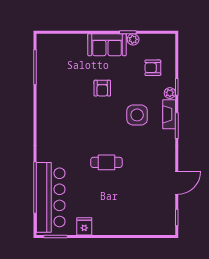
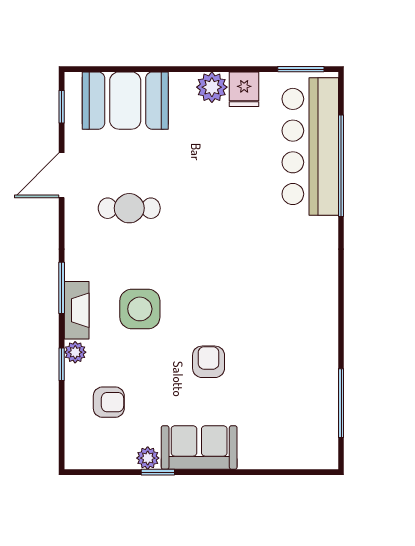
cafe table: (106, 162) -> (129, 208), moved
booth: (144, 221) -> (125, 101), added
plant: (101, 227) -> (212, 87), added

